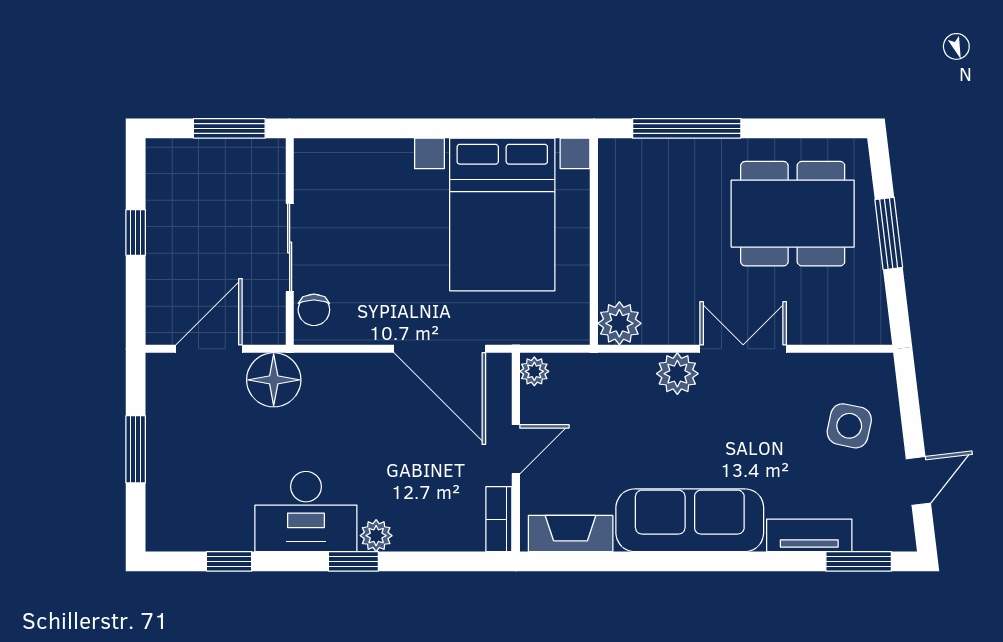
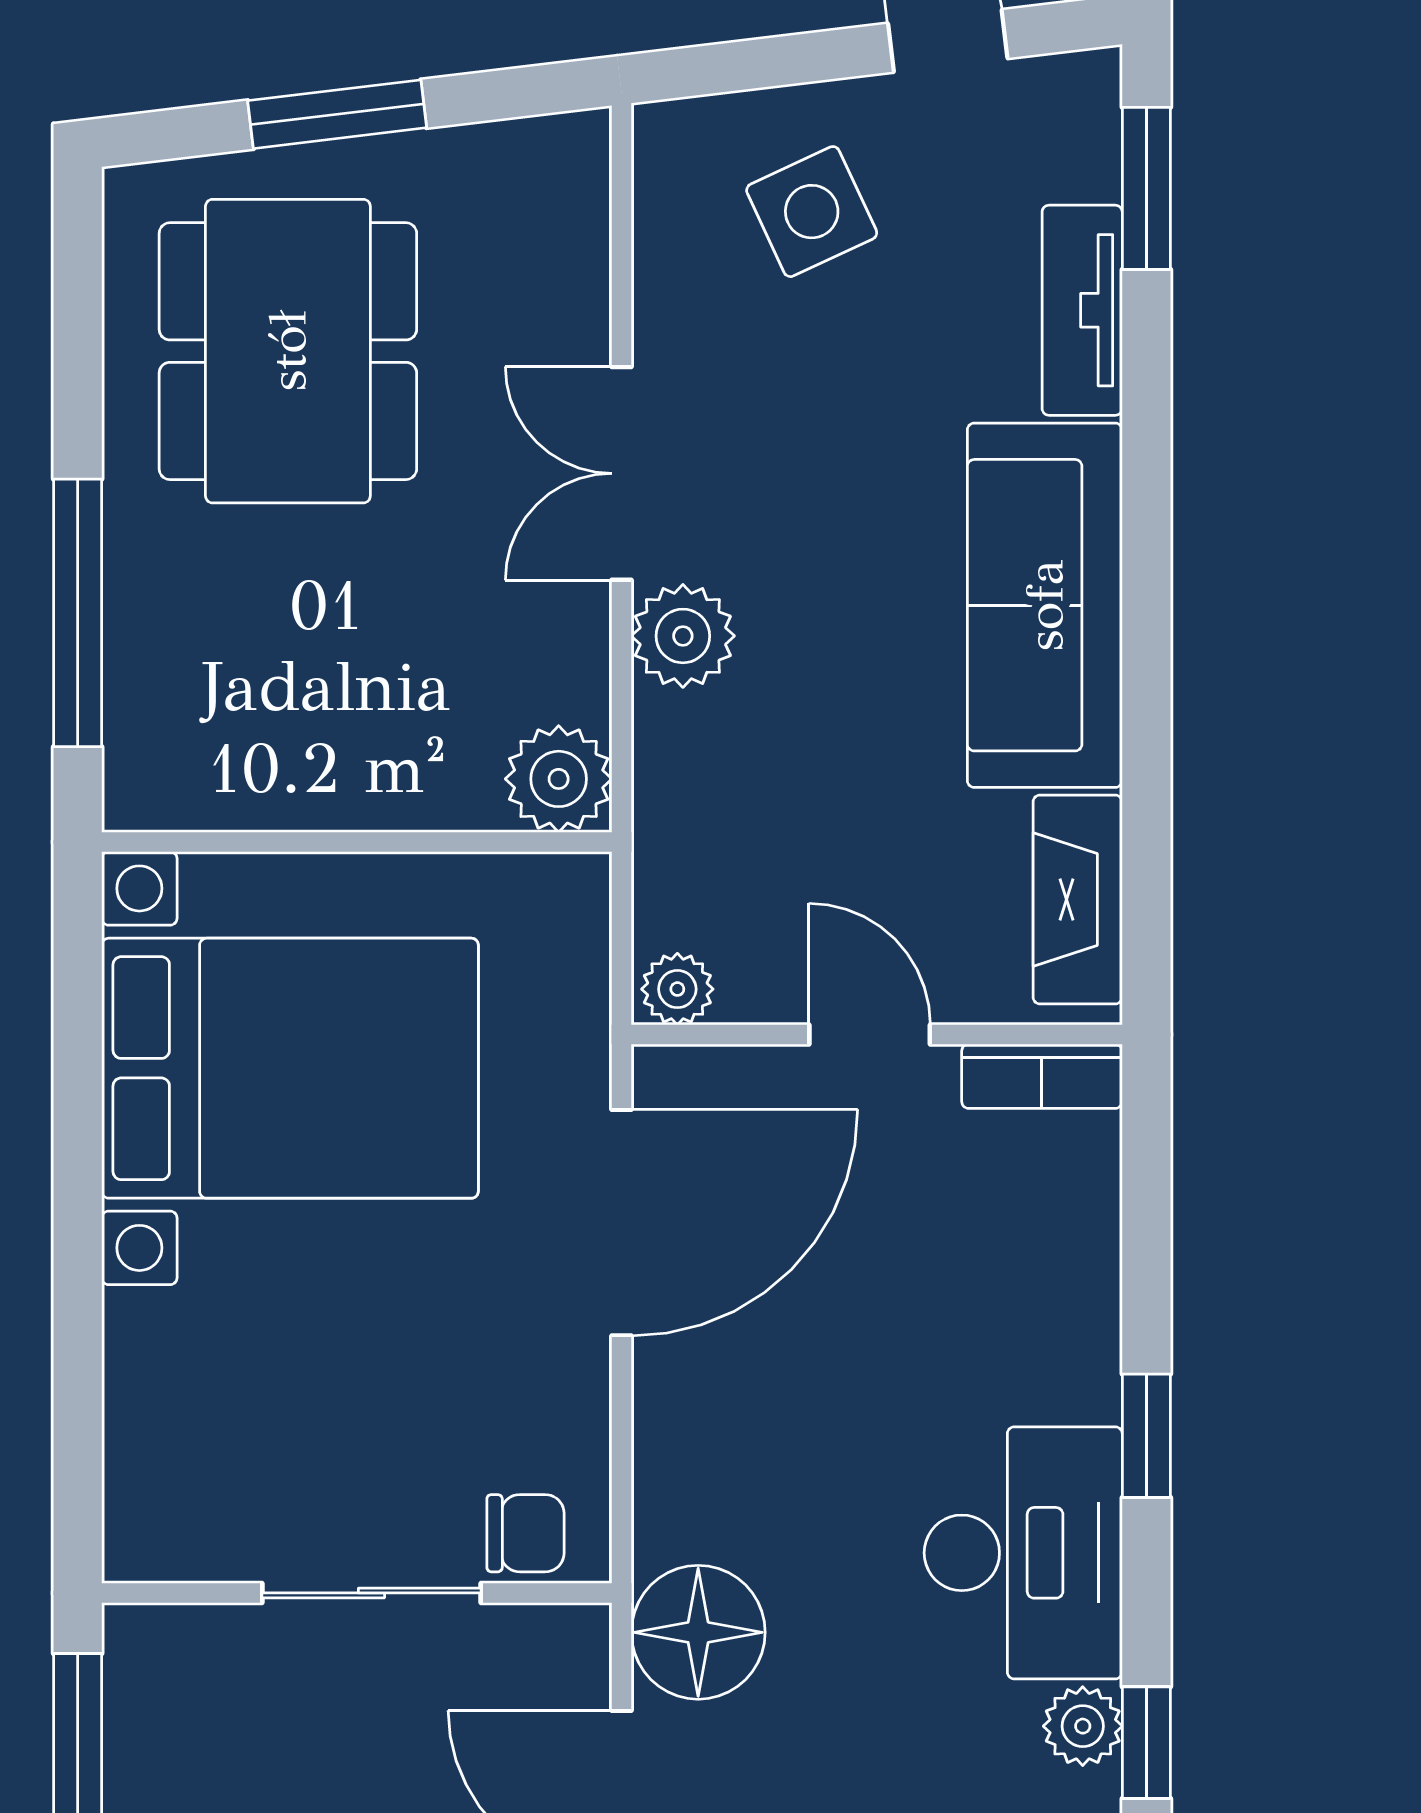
side table: (849, 426) -> (812, 212), turned -37
plant: (376, 536) -> (1083, 1726), moved

